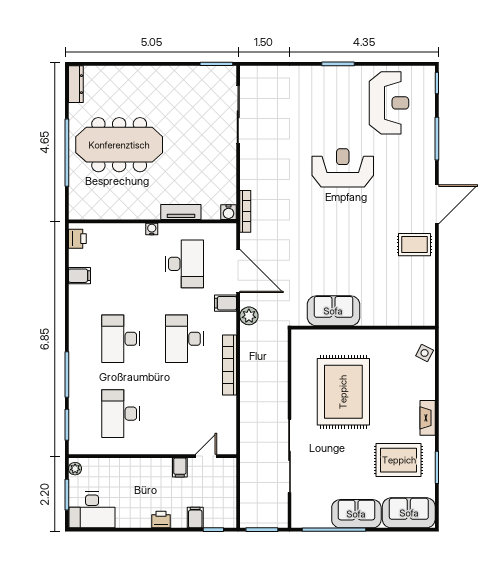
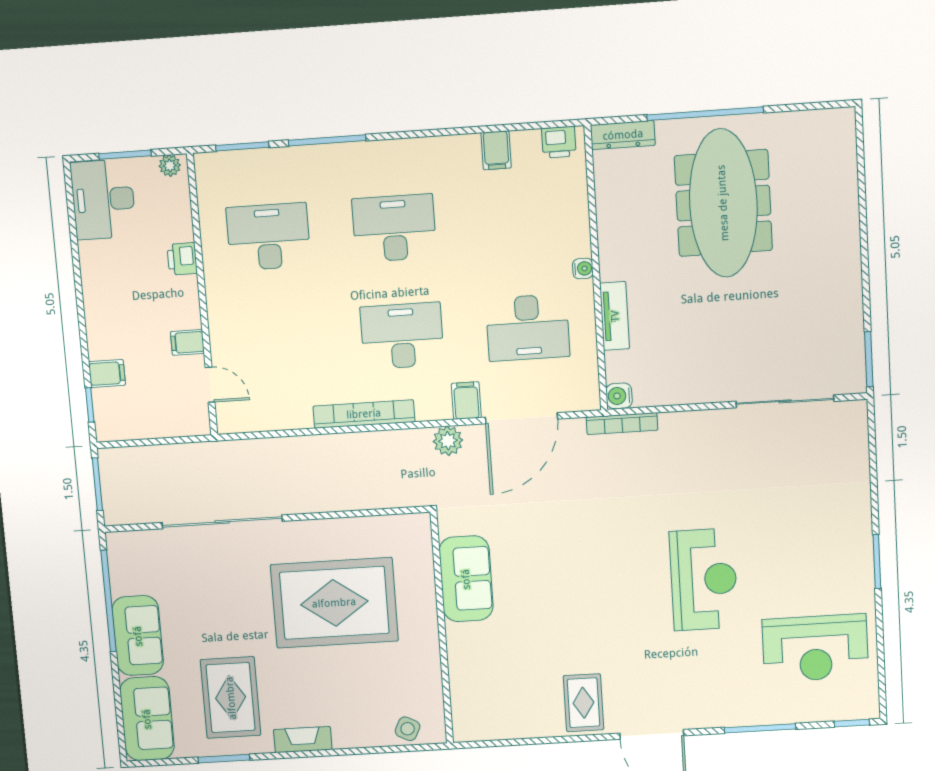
dresser: (76, 84) -> (623, 135), moved
printer: (161, 520) -> (182, 259), moved, turned 180

